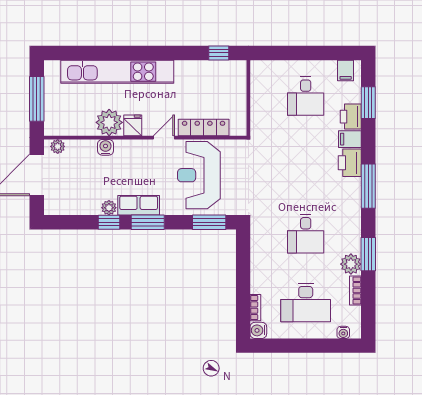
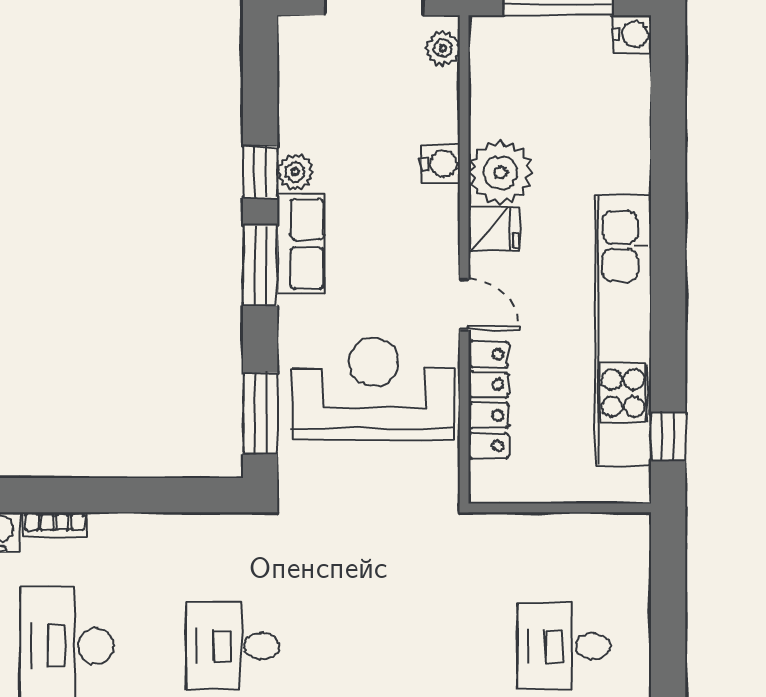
water cooler: (52, 68) -> (632, 34), added
kitchen unit: (117, 72) -> (623, 331), moved

